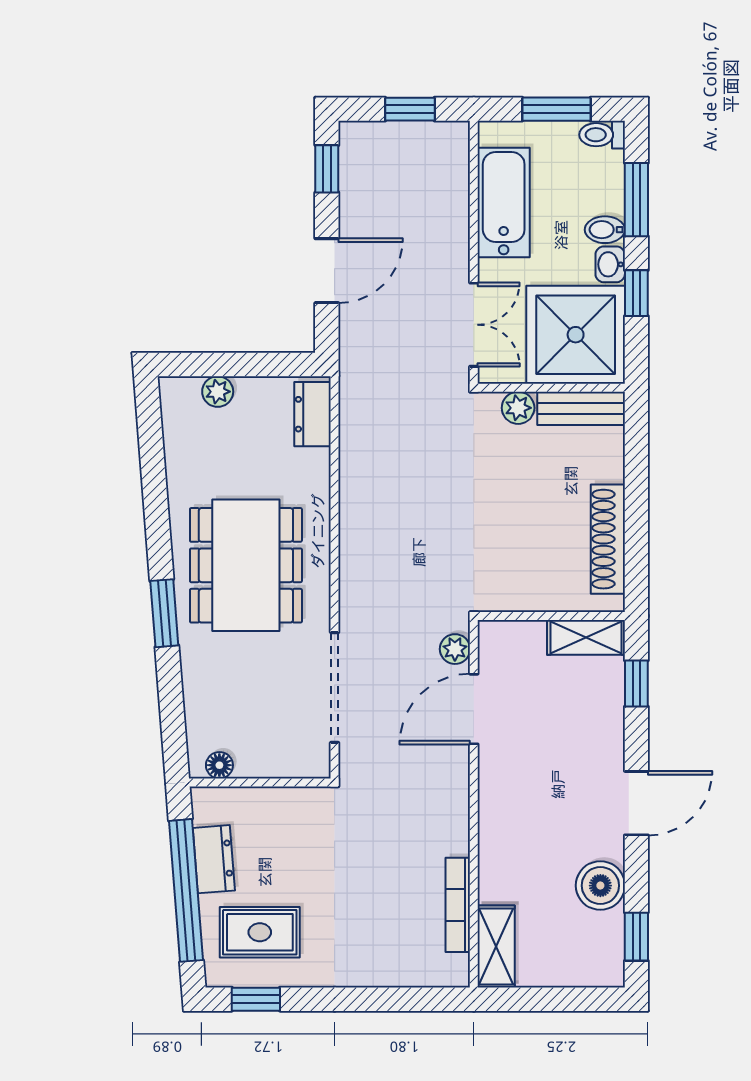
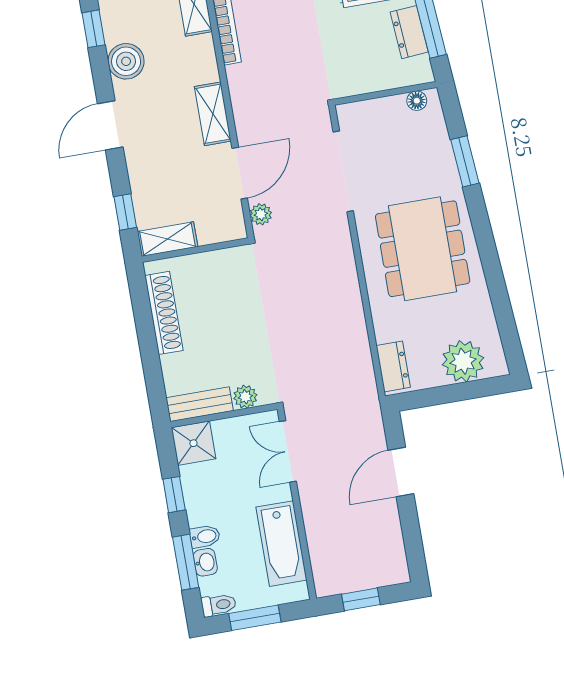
window: (327, 169) -> (414, 546), removed
washbasin: (610, 264) -> (205, 562), moved
shower: (576, 335) -> (193, 443), width x0.54, depth x0.54
plant: (218, 392) -> (463, 361), width x1.88, depth x1.88
window: (164, 613) -> (465, 161), moved
shelving: (496, 795) -> (213, 114), added

